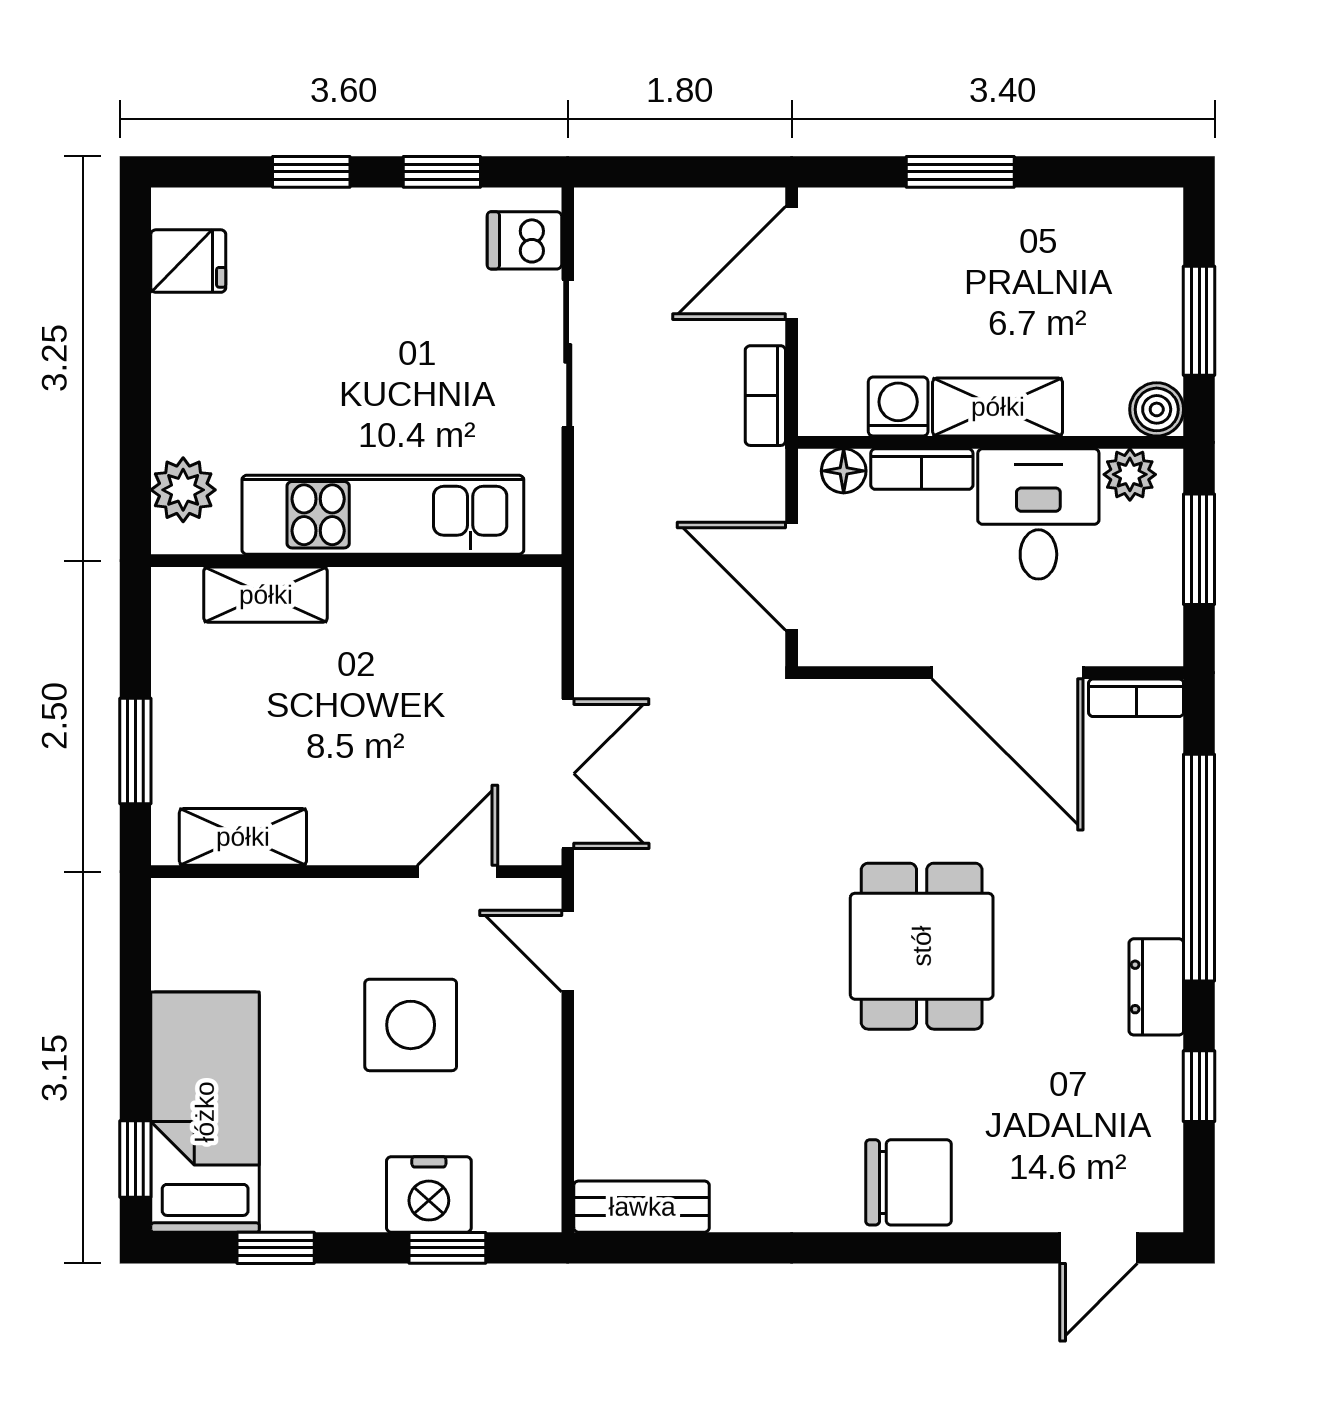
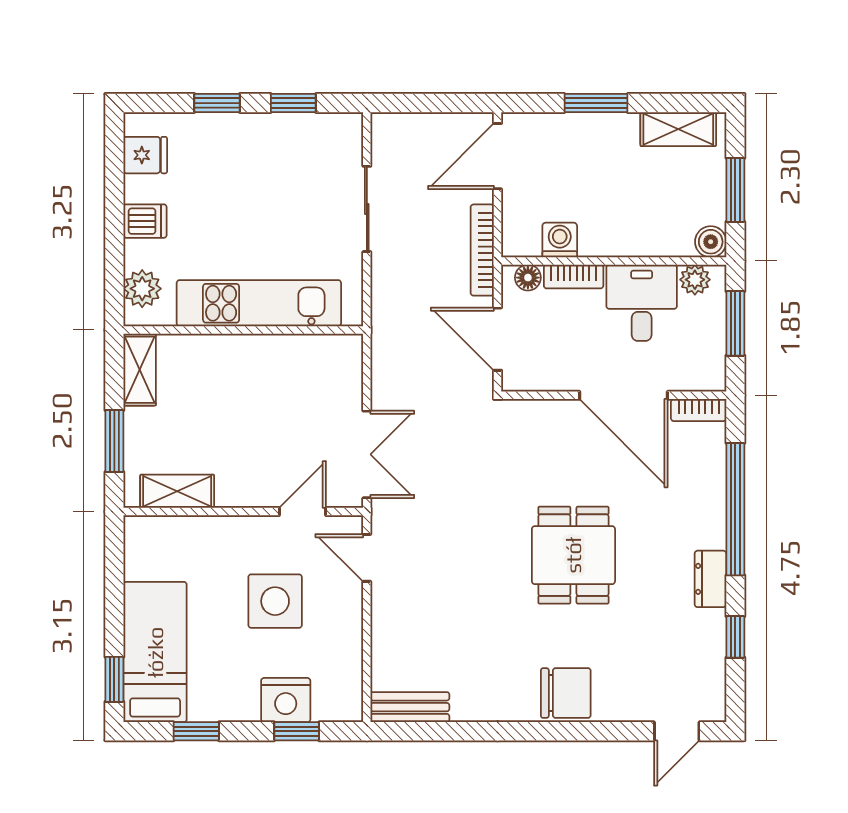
dishwasher: (524, 240) -> (145, 221), moved, turned 180
bookcase: (765, 396) -> (482, 250), width x1.56
shelving: (998, 407) -> (678, 129), moved
shelving: (266, 595) -> (140, 370), moved, turned 90

